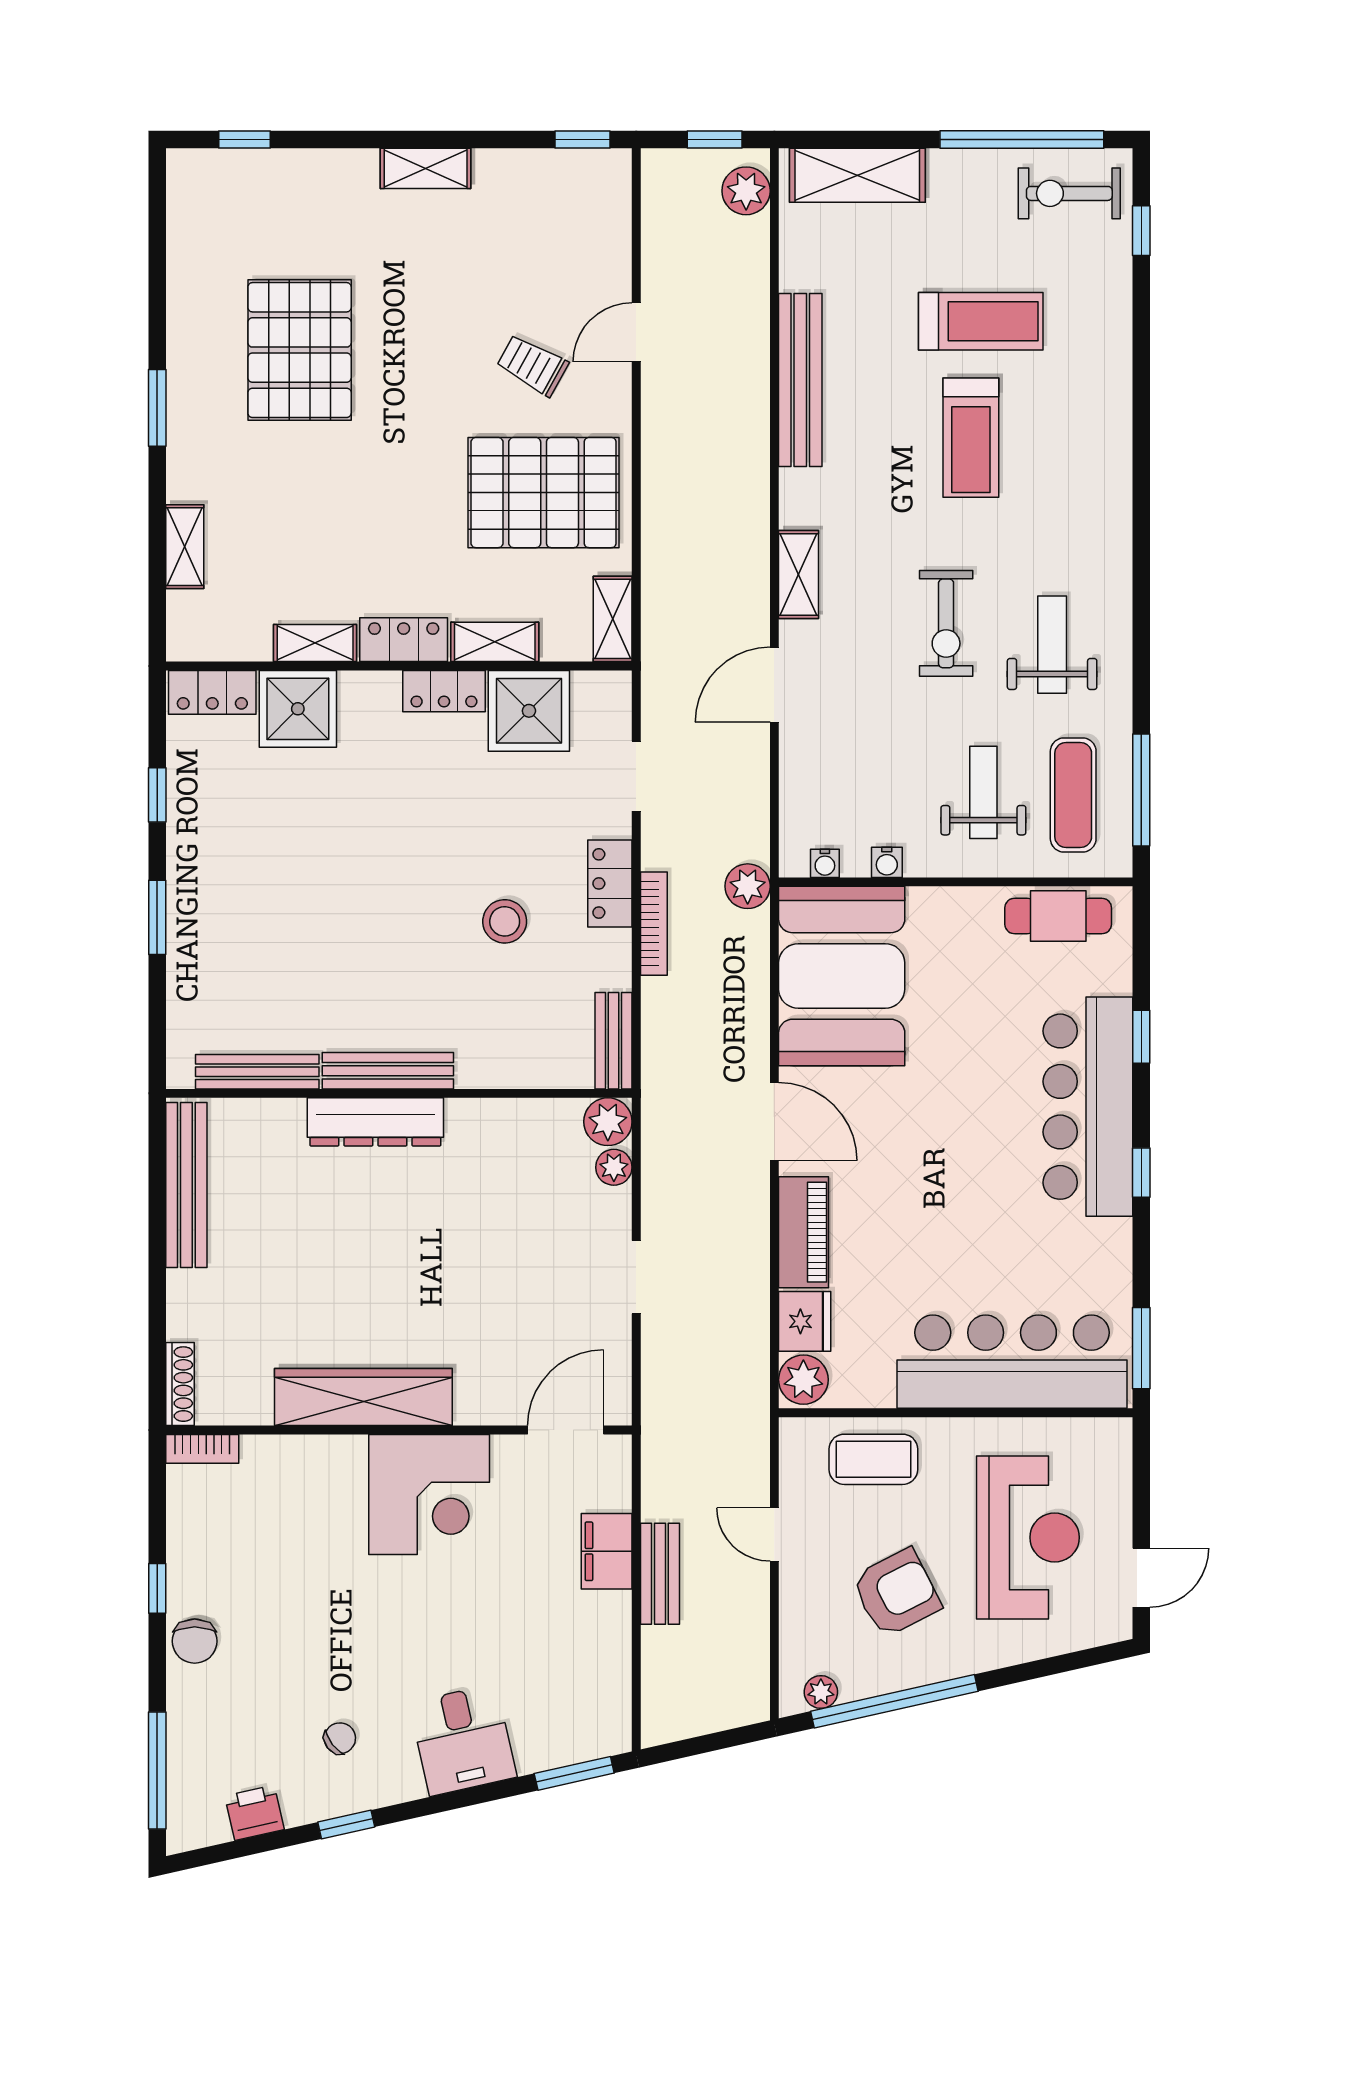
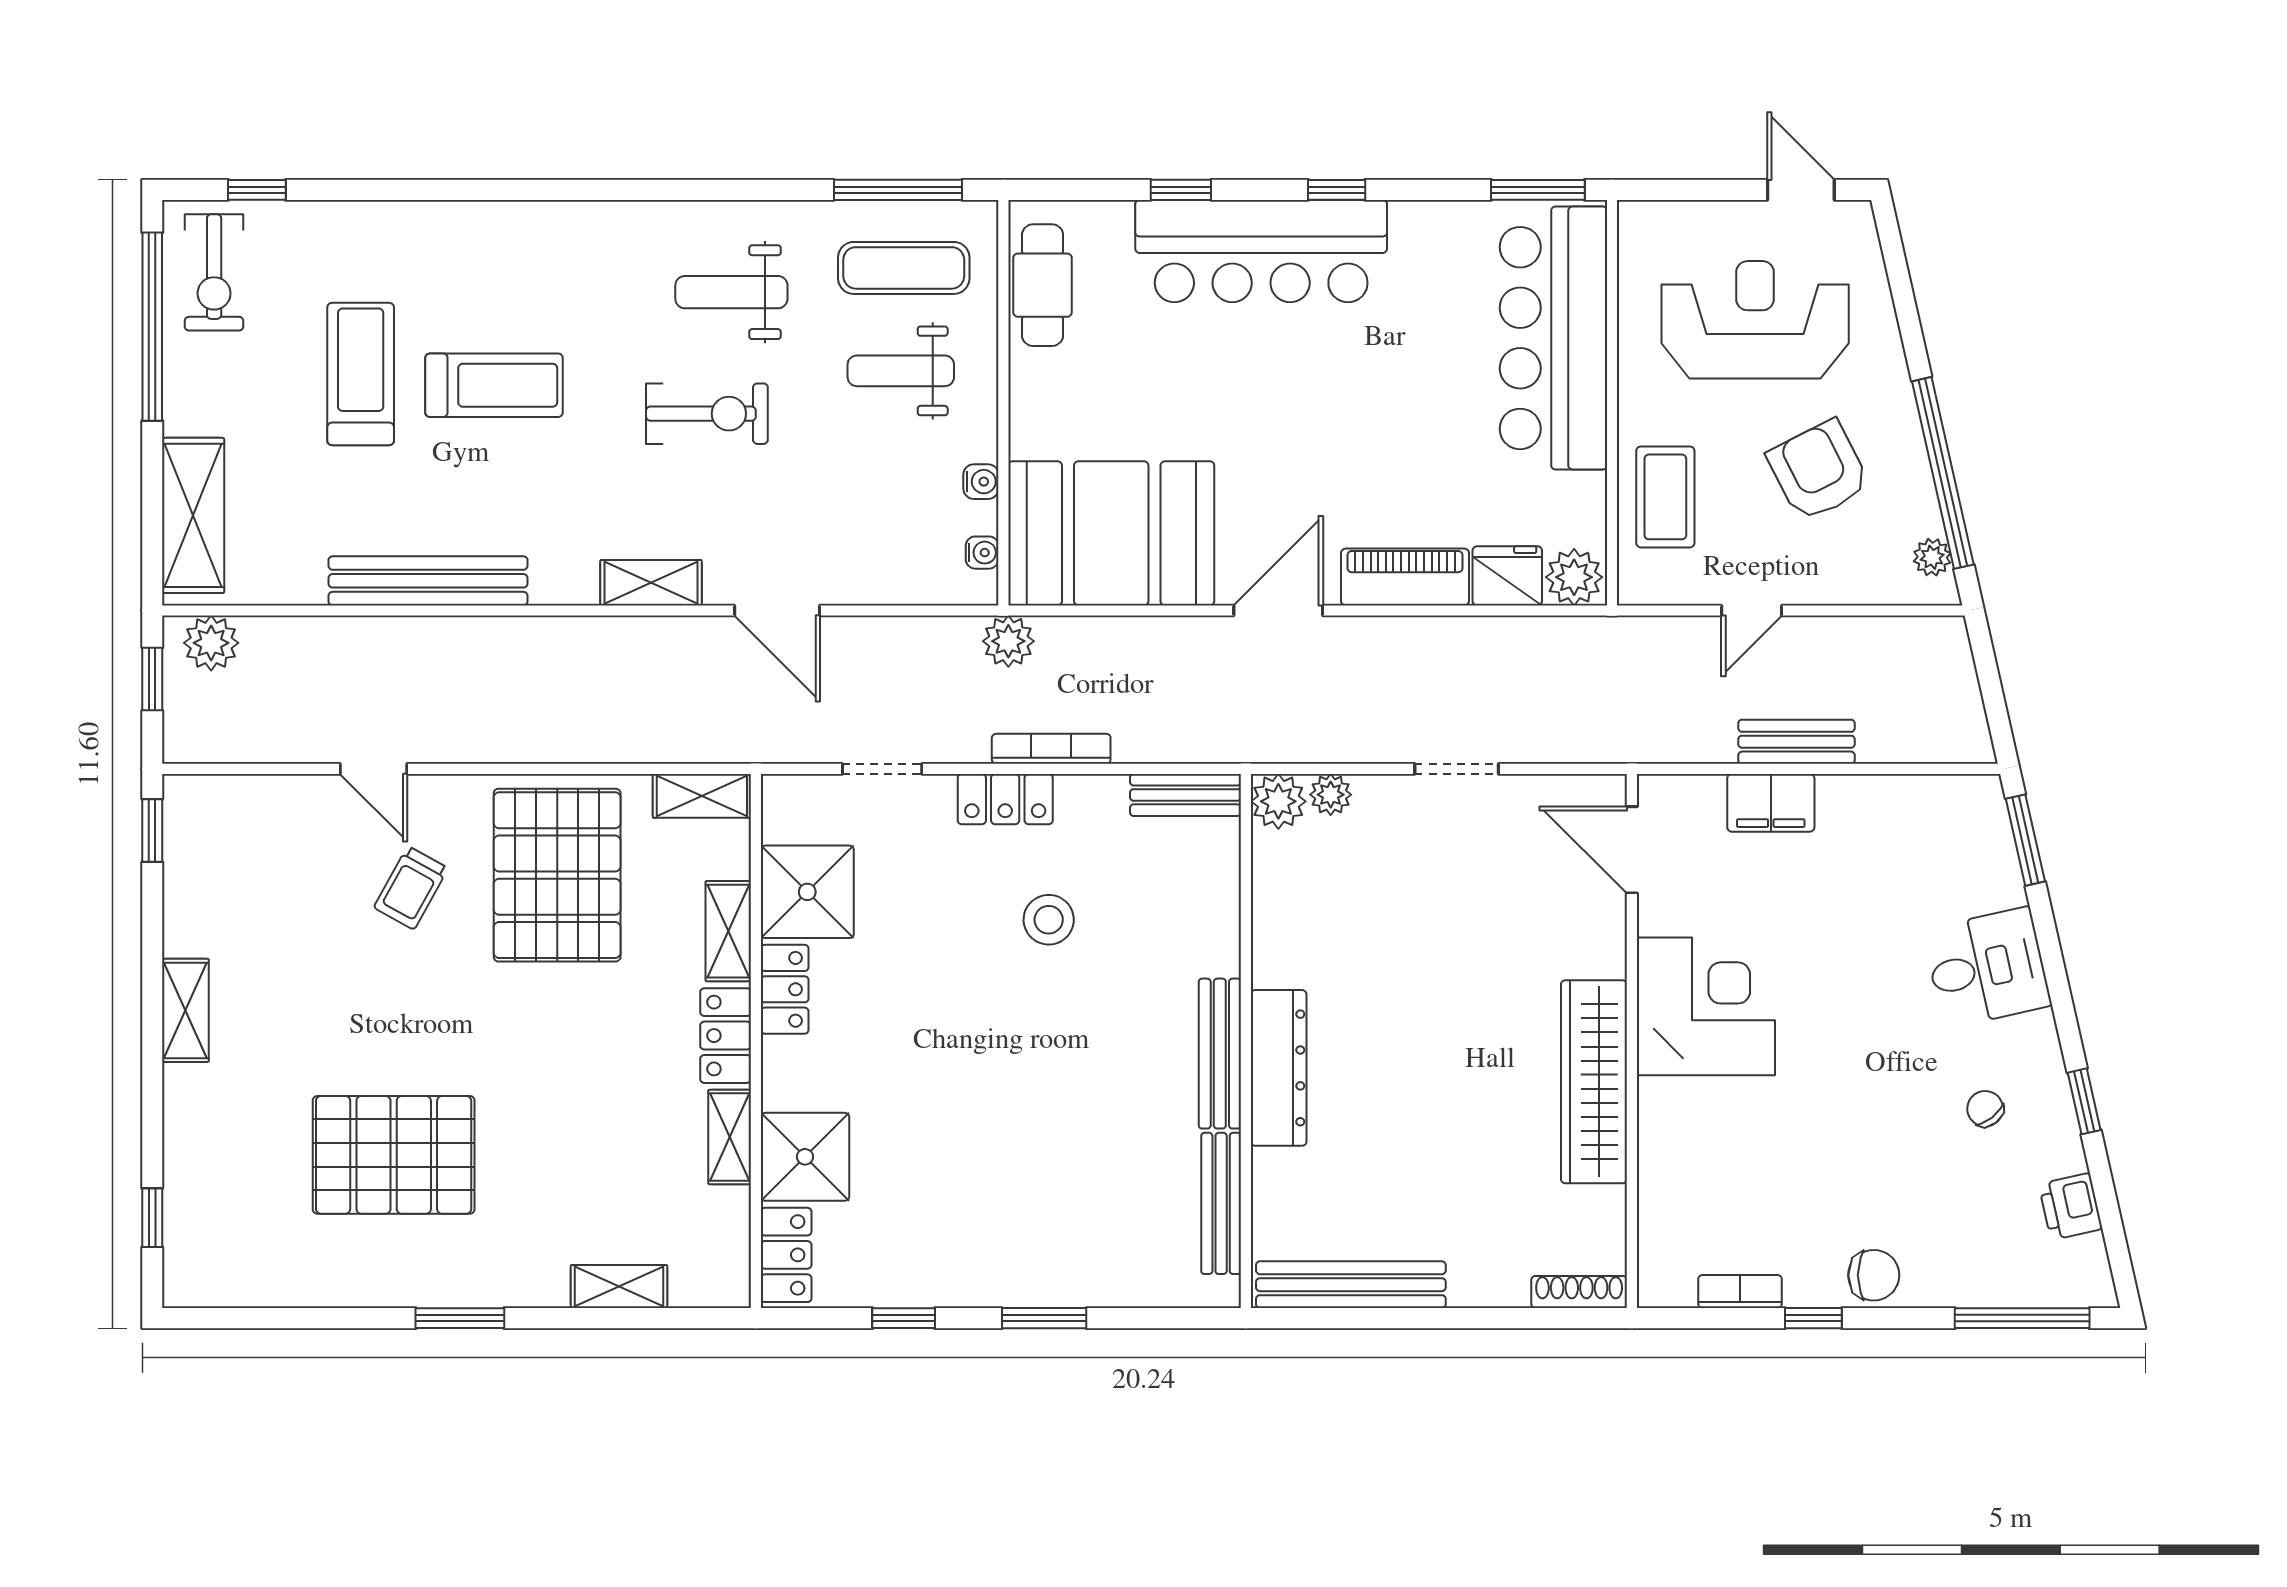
bookcase: (202, 1449) -> (1740, 1292), moved, turned -90

